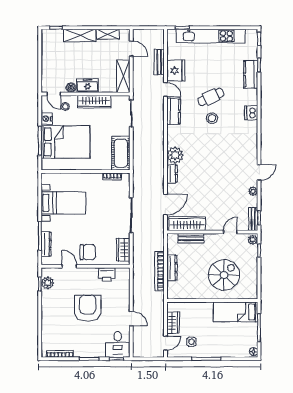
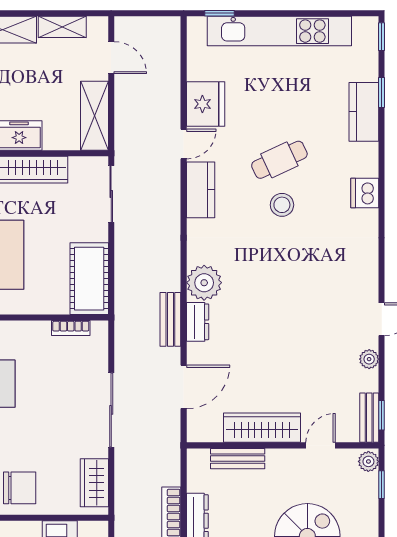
bench: (159, 62) -> (170, 319), moved
door: (165, 89) -> (184, 144), hinge flipped
wardrobe: (187, 224) -> (262, 428), moved

